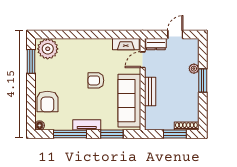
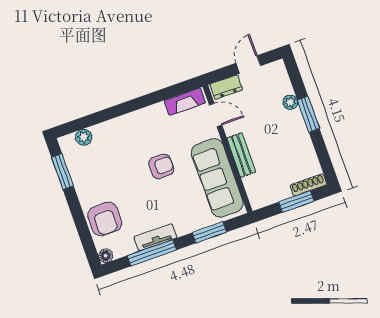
plant: (48, 49) -> (84, 137), width x0.53, depth x0.53
door: (143, 60) -> (216, 115), swing flipped
armchair: (96, 80) -> (161, 166), turned 180
tv unit: (87, 125) -> (156, 237), moved

